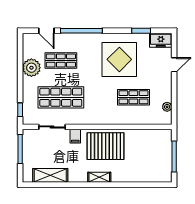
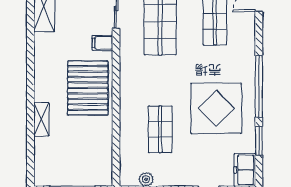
window: (81, 31) -> (259, 86), moved
shelving: (99, 177) -> (41, 119), moved

